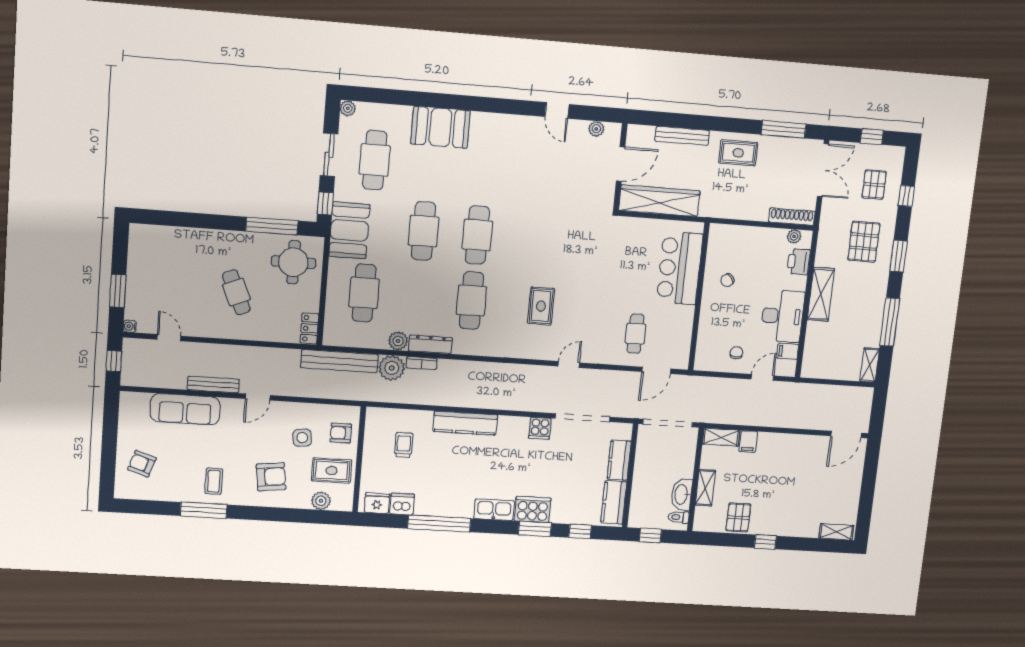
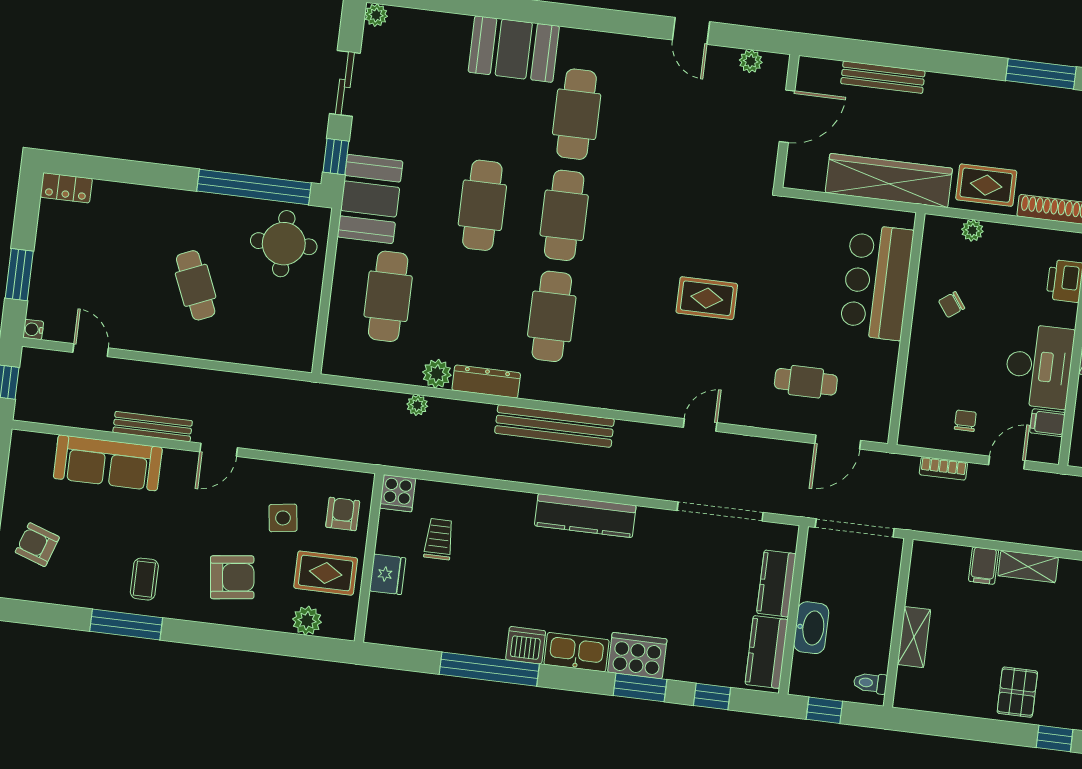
rug: (738, 153) -> (986, 185), moved
cafe table: (375, 160) -> (577, 114), moved
wardrobe: (659, 201) -> (889, 180), moved
window: (272, 226) -> (254, 187), width x1.46
plant: (794, 236) -> (972, 230), moved
rug: (541, 306) -> (707, 298), moved, turned 90
locker: (309, 328) -> (66, 188), moved, turned -90
cafe table: (636, 334) -> (806, 382), turned 90
bench: (339, 361) -> (554, 426), moved
bookcase: (422, 363) -> (943, 468), moved
plant: (392, 368) -> (417, 405), width x0.53, depth x0.53
kitchen counter: (465, 423) -> (585, 516), moved
cooker: (540, 428) -> (398, 493), moved
armchair: (341, 433) -> (343, 514), turned 90
shelving: (721, 437) -> (1028, 567), moved
washbasin: (682, 494) -> (811, 628), moved, turned 180
fridge: (377, 503) -> (388, 574), moved, turned 90
dishwasher: (402, 504) -> (526, 645), moved
pallet: (738, 517) -> (1017, 692), moved
window: (765, 542) -> (1055, 738), moved

